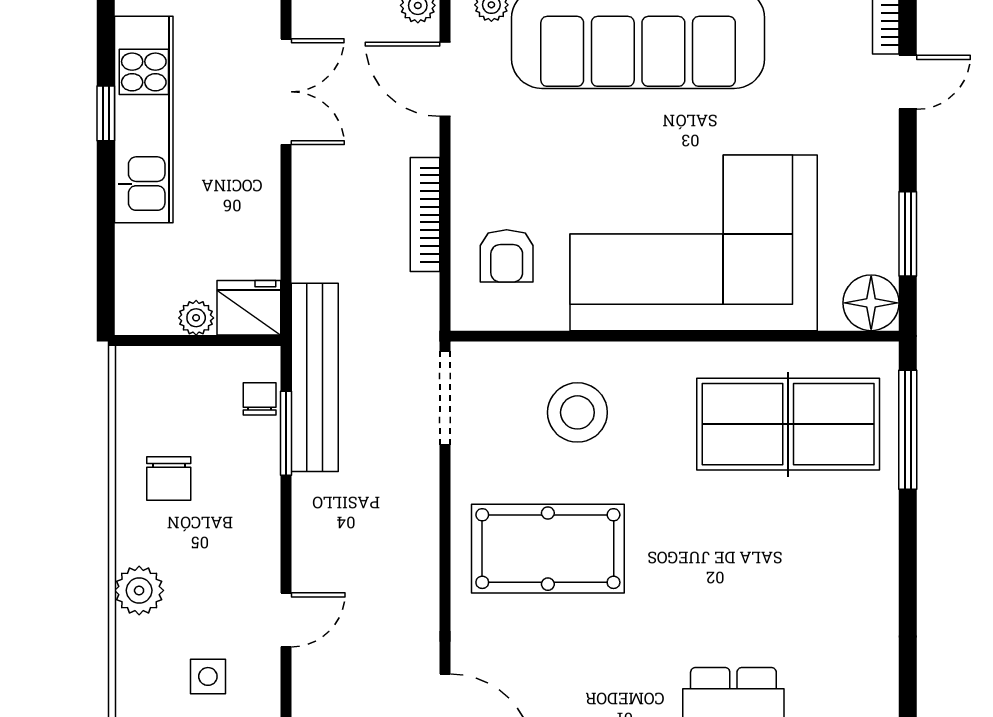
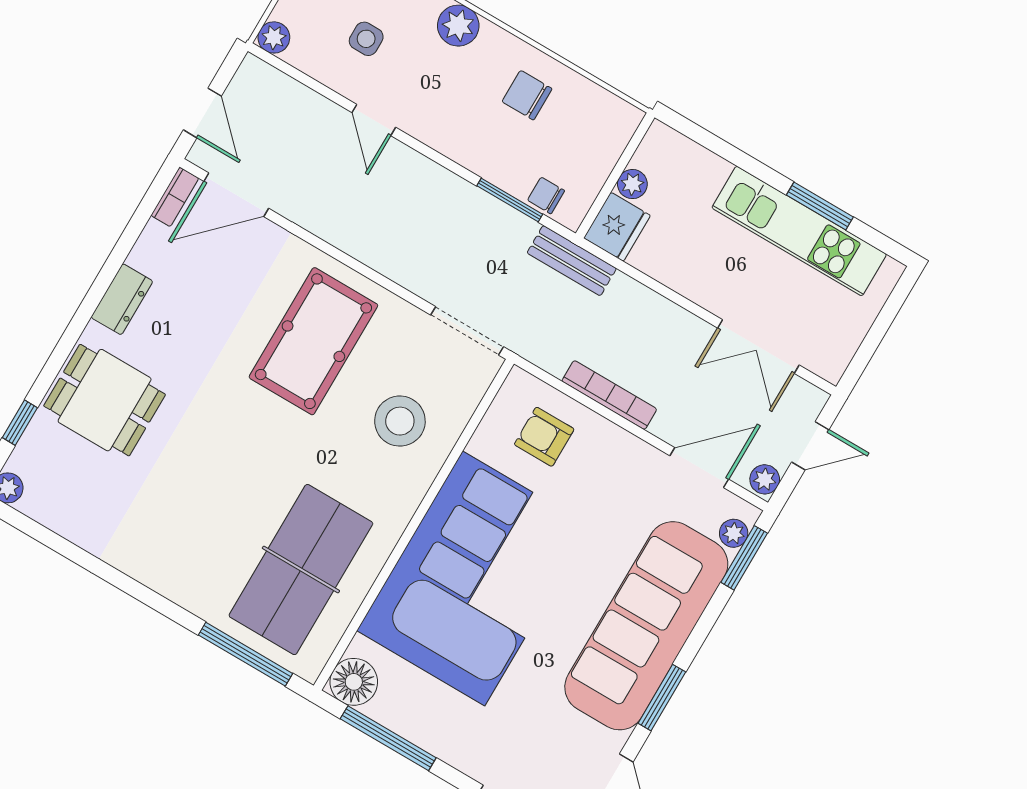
window: (106, 113) -> (820, 206), width x1.50
window: (908, 234) -> (388, 738), width x1.44
bench: (315, 377) -> (572, 261), width x0.54, depth x0.82
chair: (260, 399) -> (546, 195), turned 180

